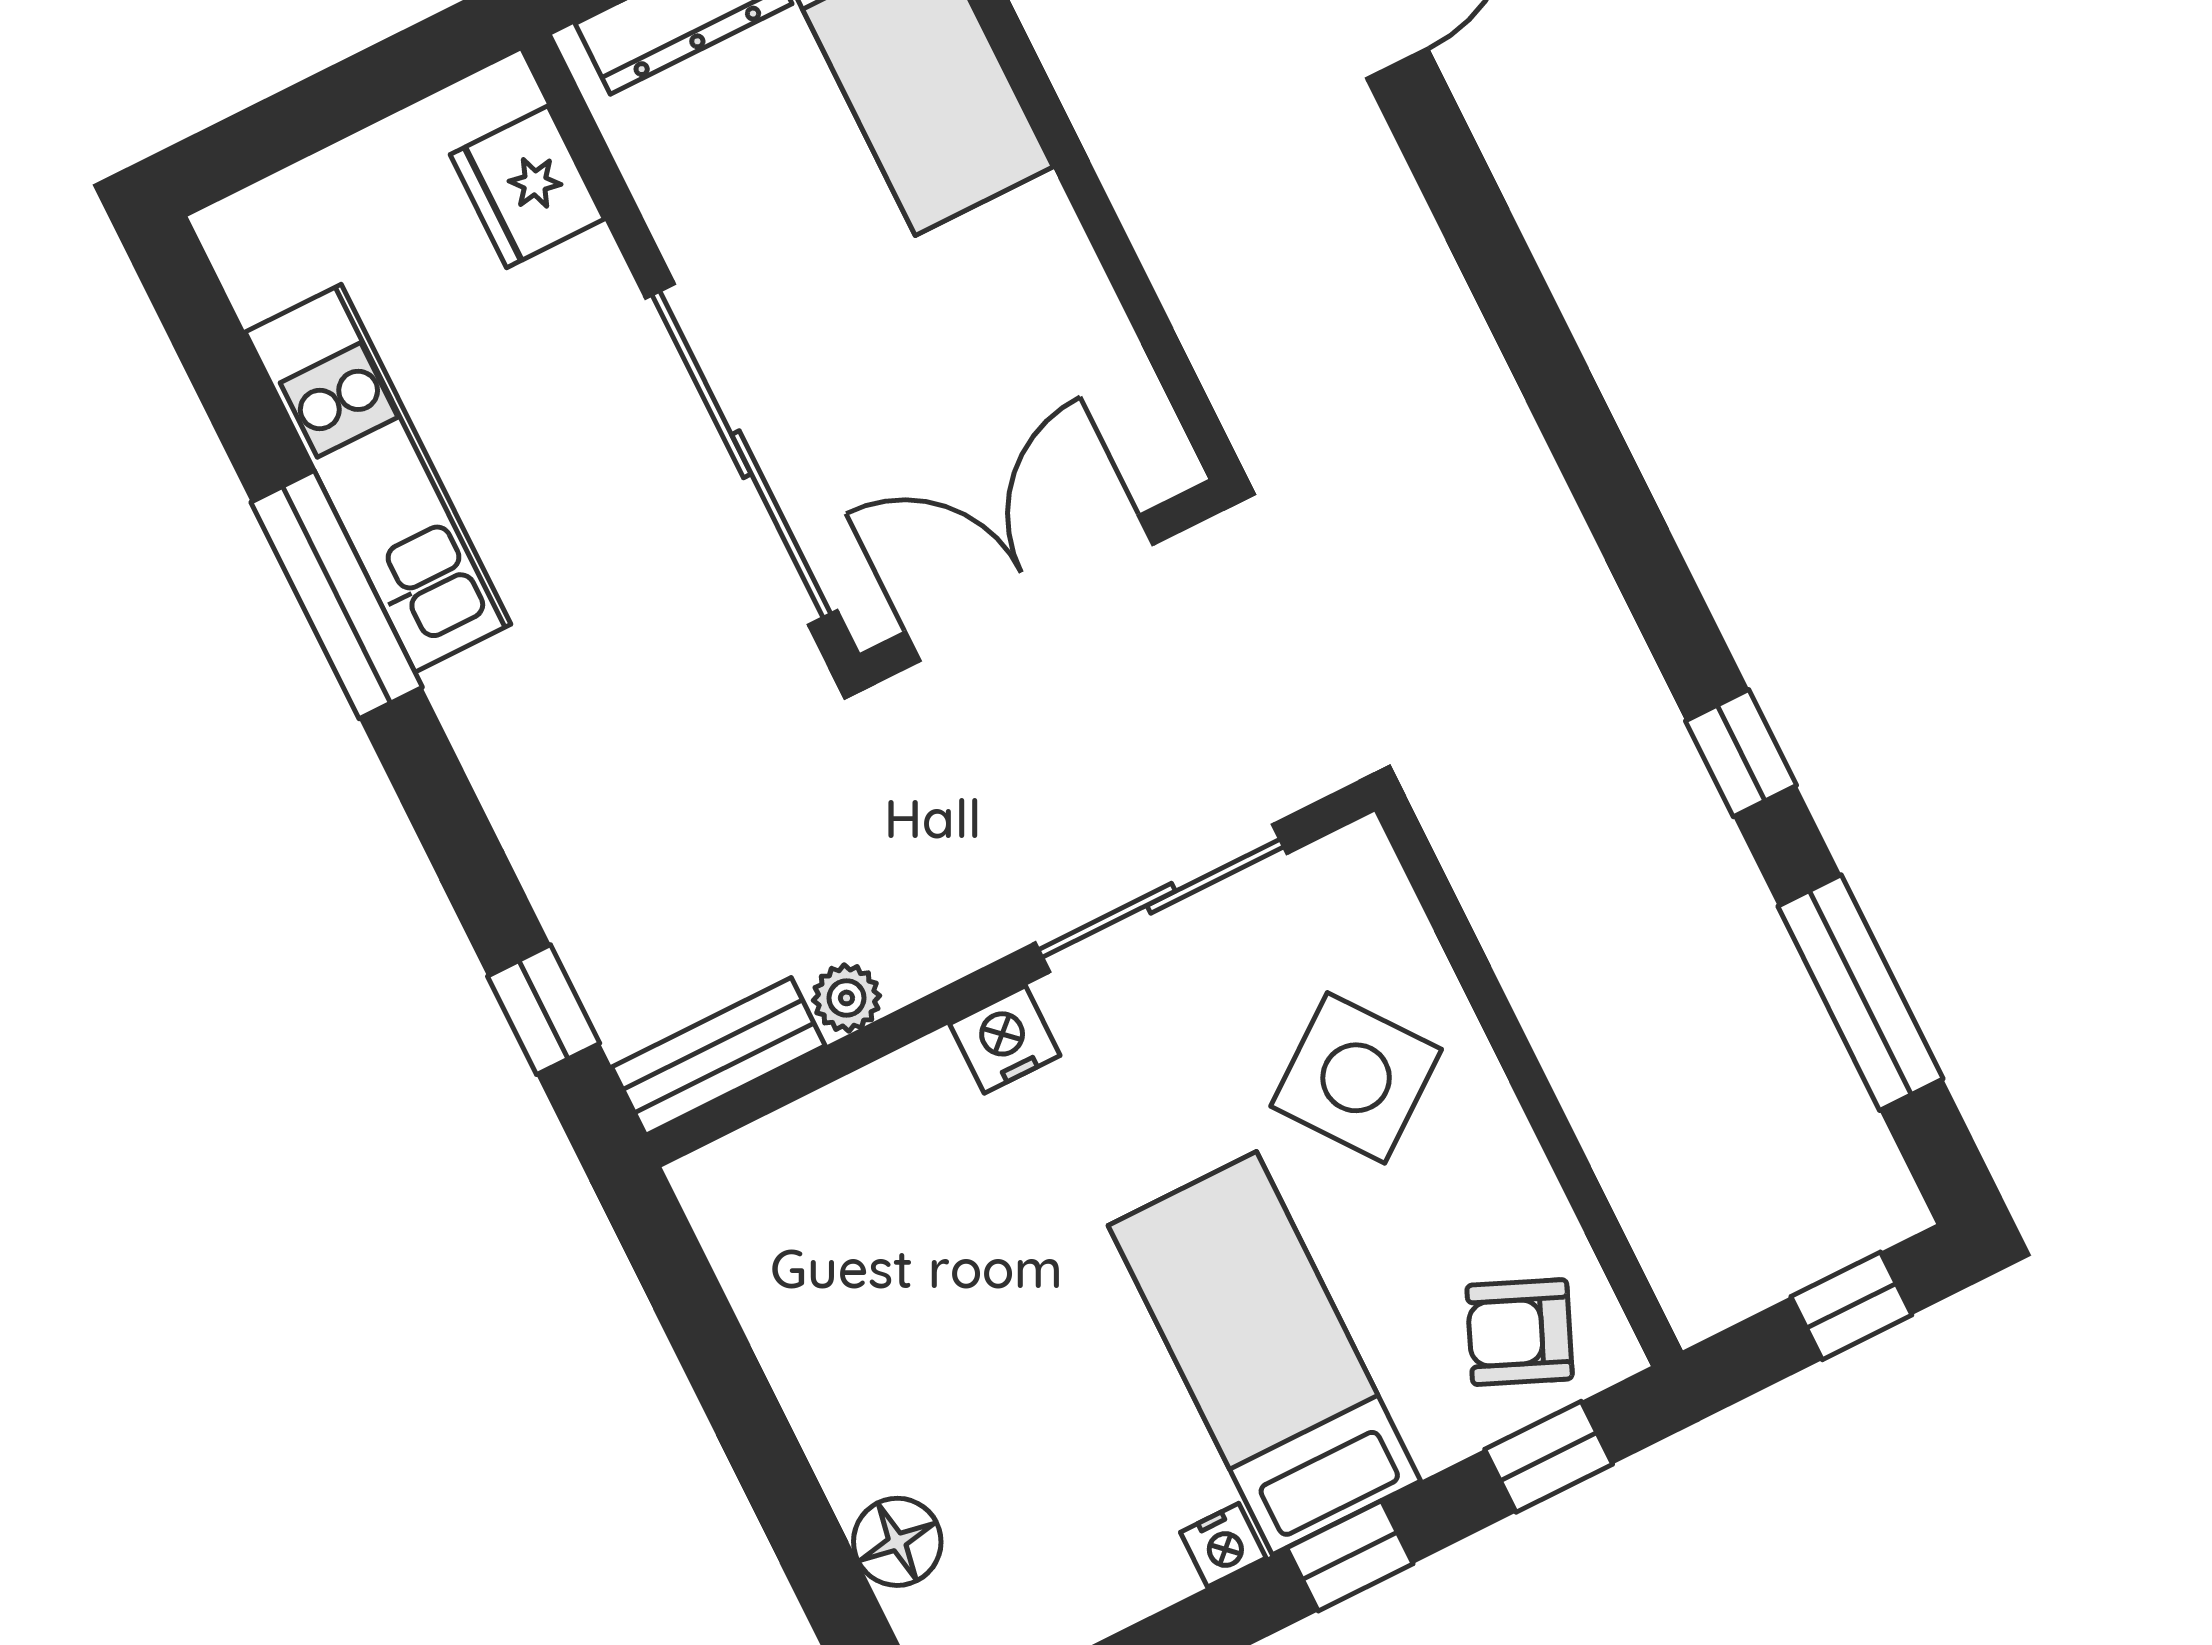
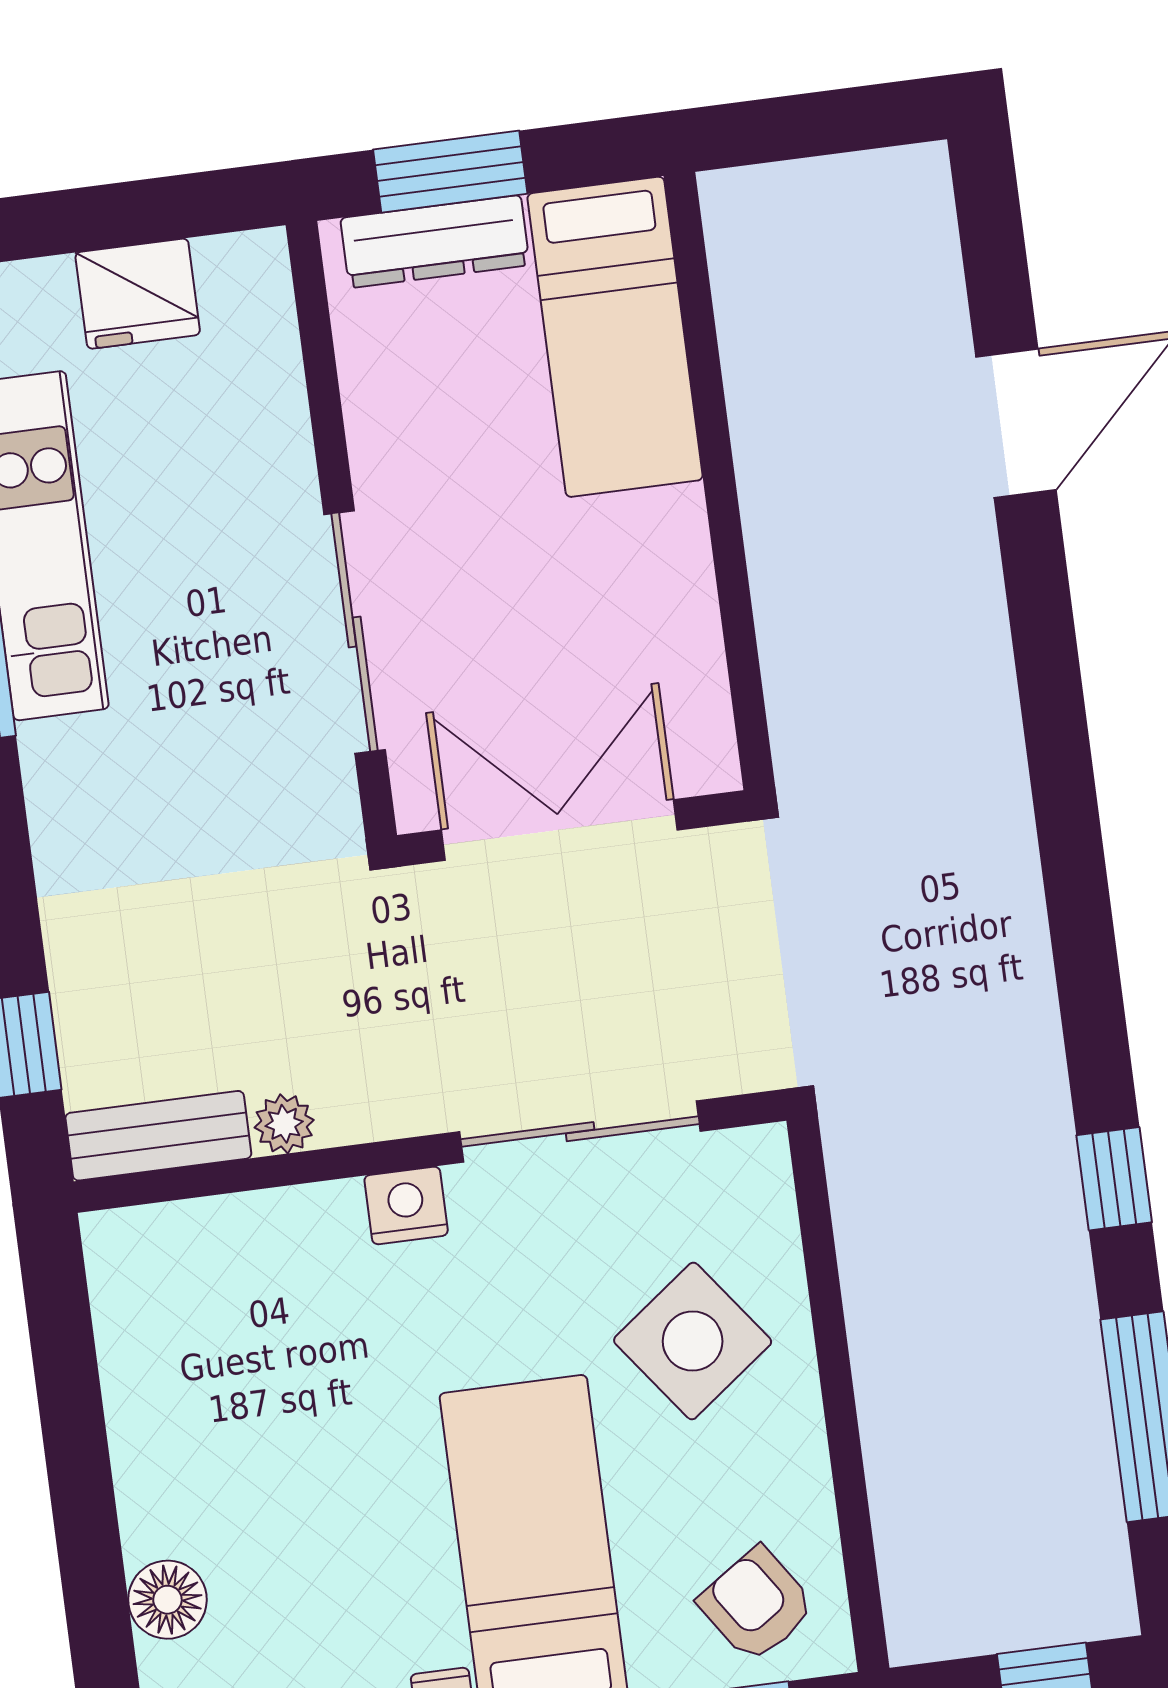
fridge: (527, 187) -> (138, 294), moved, turned -90
sliding door: (741, 454) -> (355, 632), width x0.73
armchair: (1520, 1332) -> (757, 1605), turned 33

